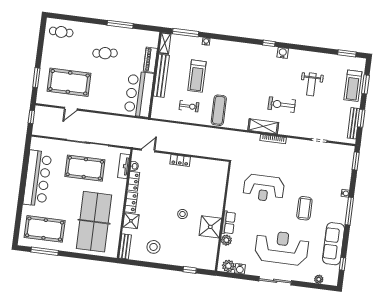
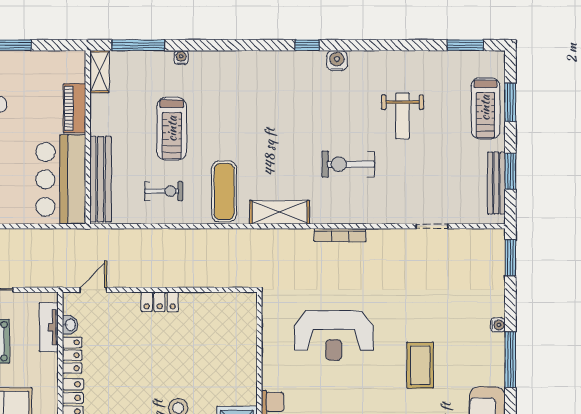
bench: (161, 76) -> (101, 179), moved
shelving: (263, 126) -> (280, 212), moved

